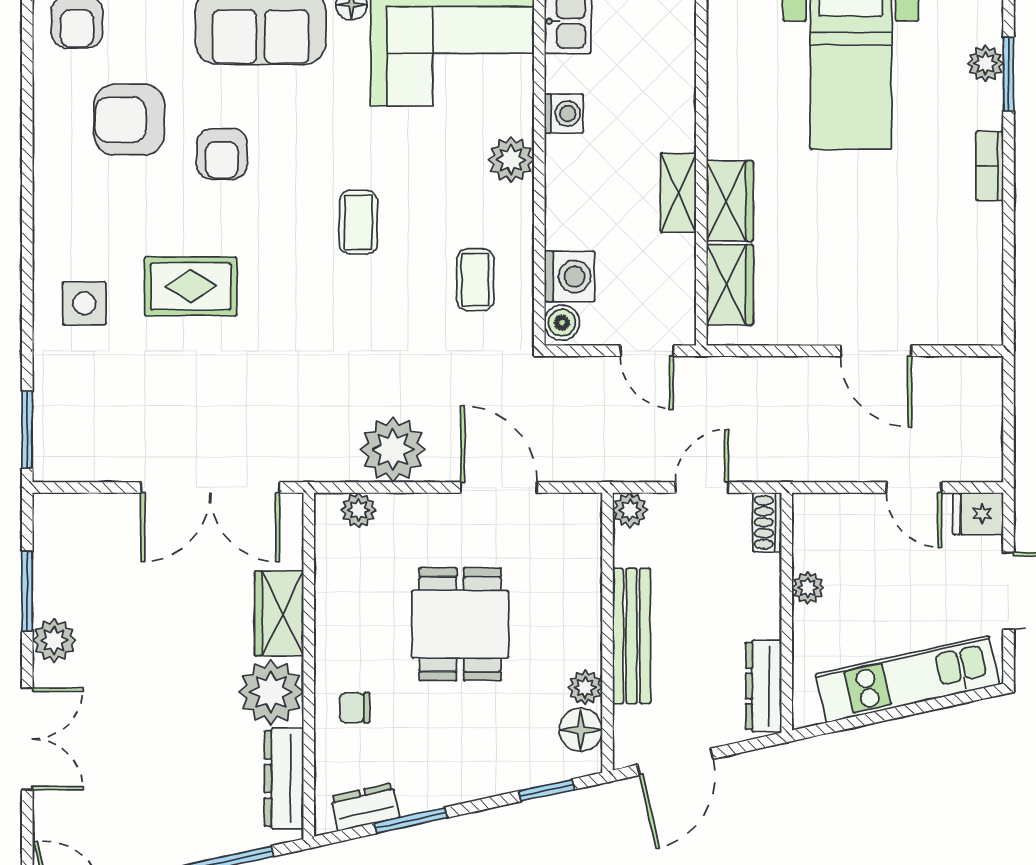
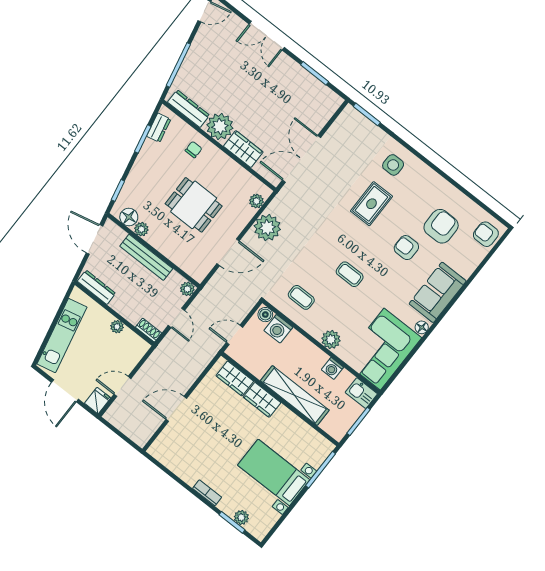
shelving: (678, 193) -> (295, 396), width x2.20, depth x1.33
plant: (54, 640) -> (292, 70), removed

